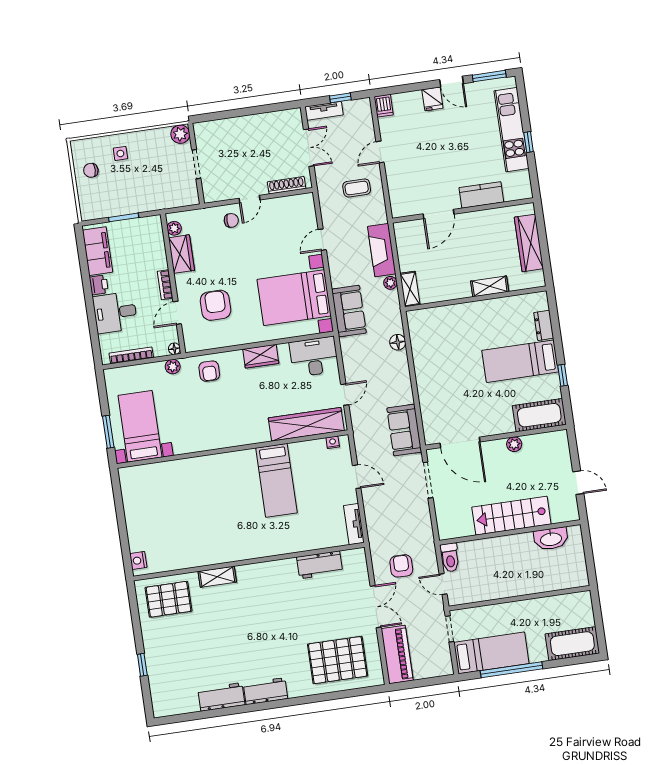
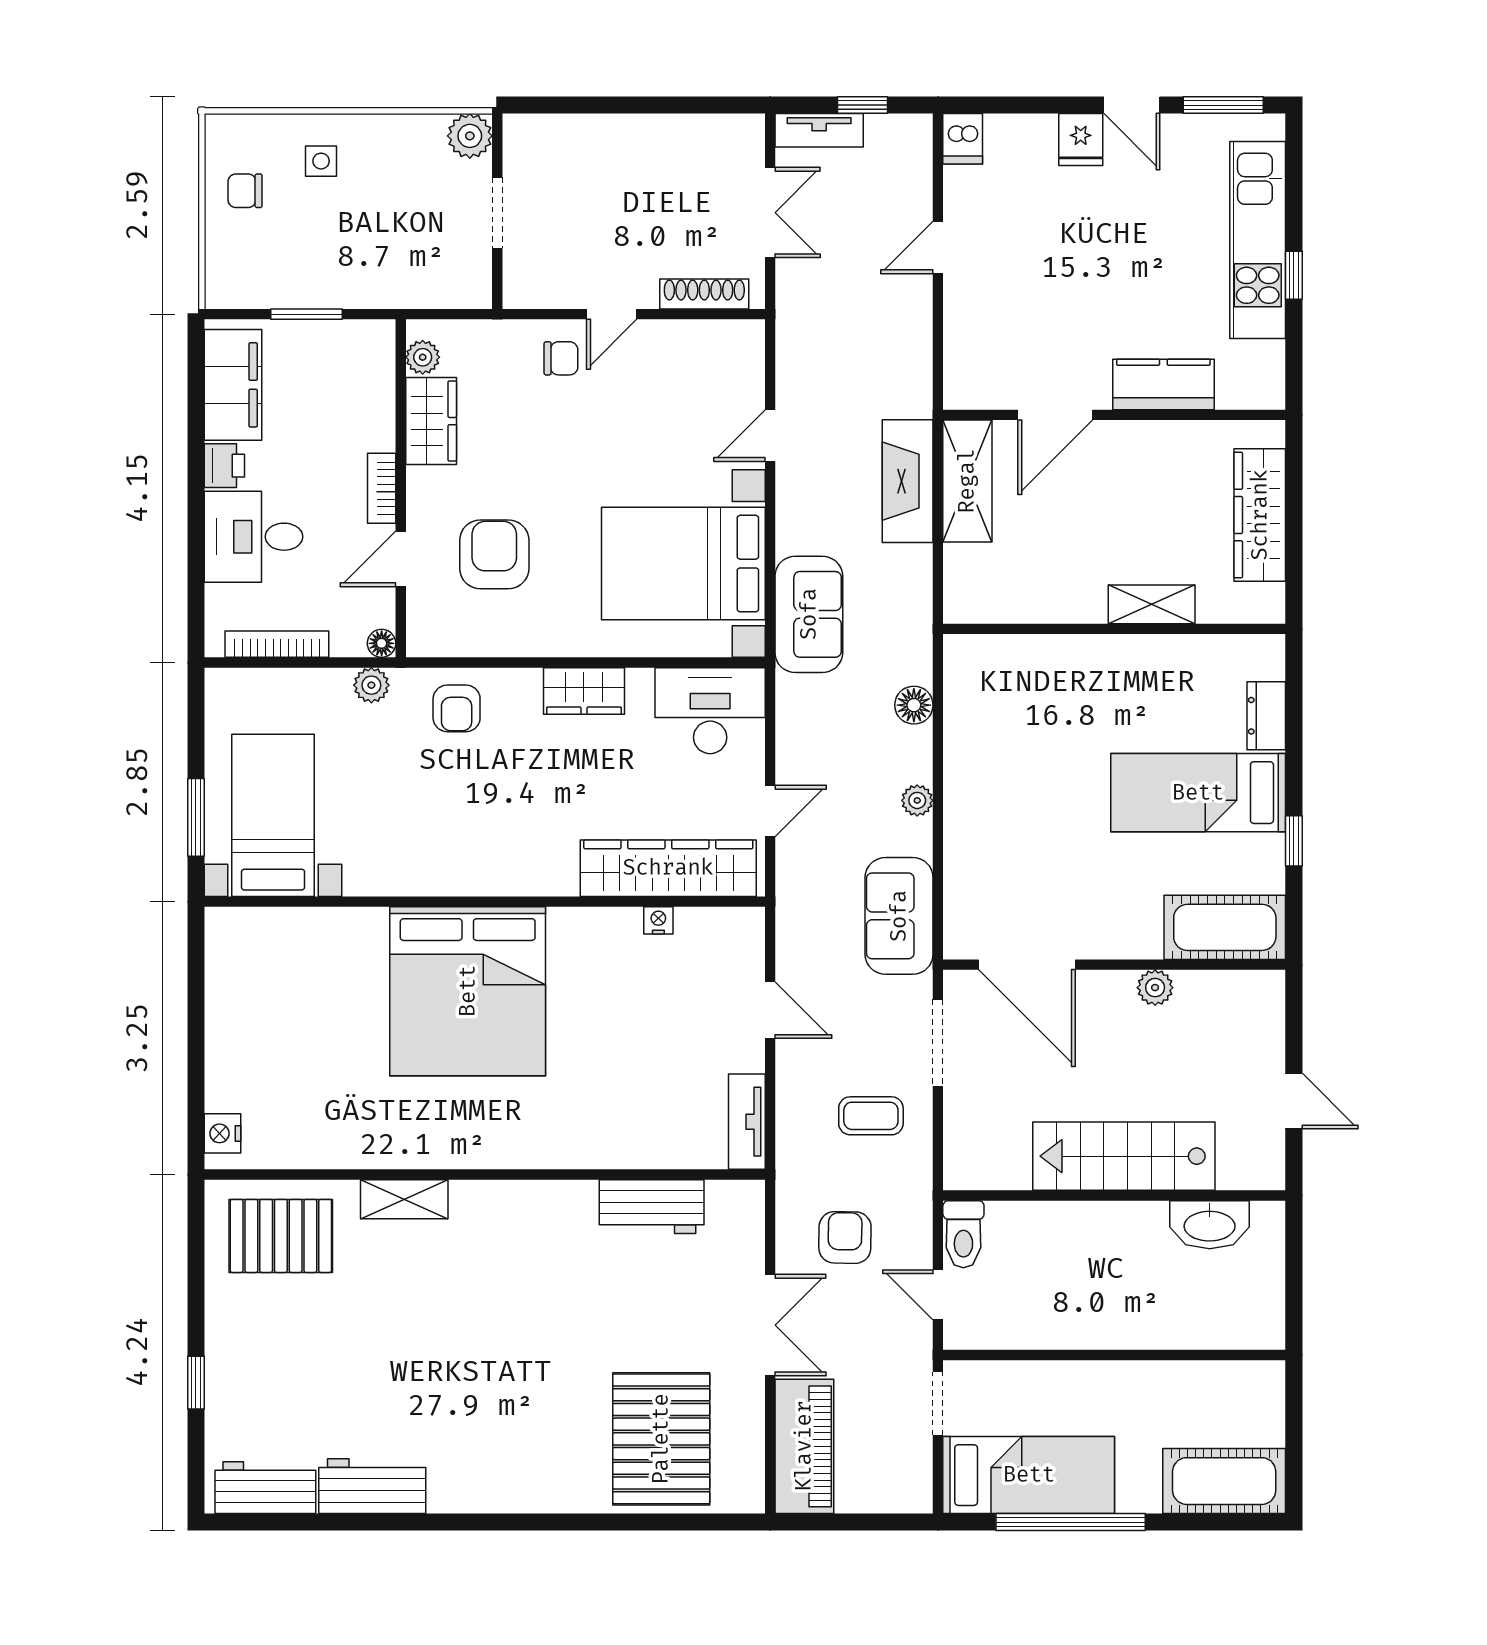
coffee table: (357, 188) -> (871, 1116), moved
plant: (390, 283) -> (917, 800), moved
shelving: (410, 289) -> (967, 481), moved, width x1.50, depth x1.33
nightstand: (333, 442) -> (658, 920), moved
bed: (276, 480) -> (468, 991), moved, width x2.04
pallet: (338, 660) -> (661, 1439), turned 90
workbench: (265, 691) -> (265, 1488), moved

